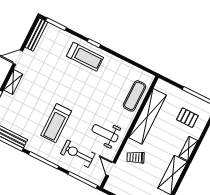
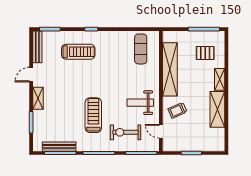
treadmill: (85, 57) -> (78, 52), moved
exercise mat: (134, 96) -> (141, 49), moved
treadmill: (56, 123) -> (93, 115), turned 180

